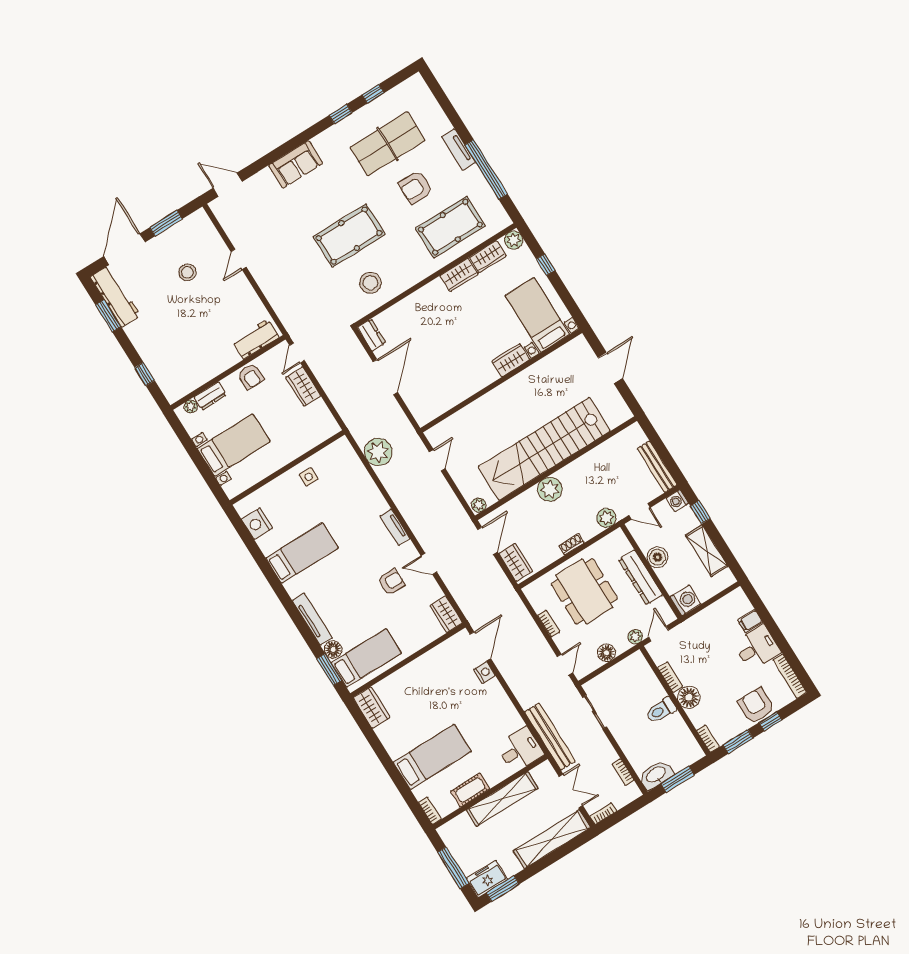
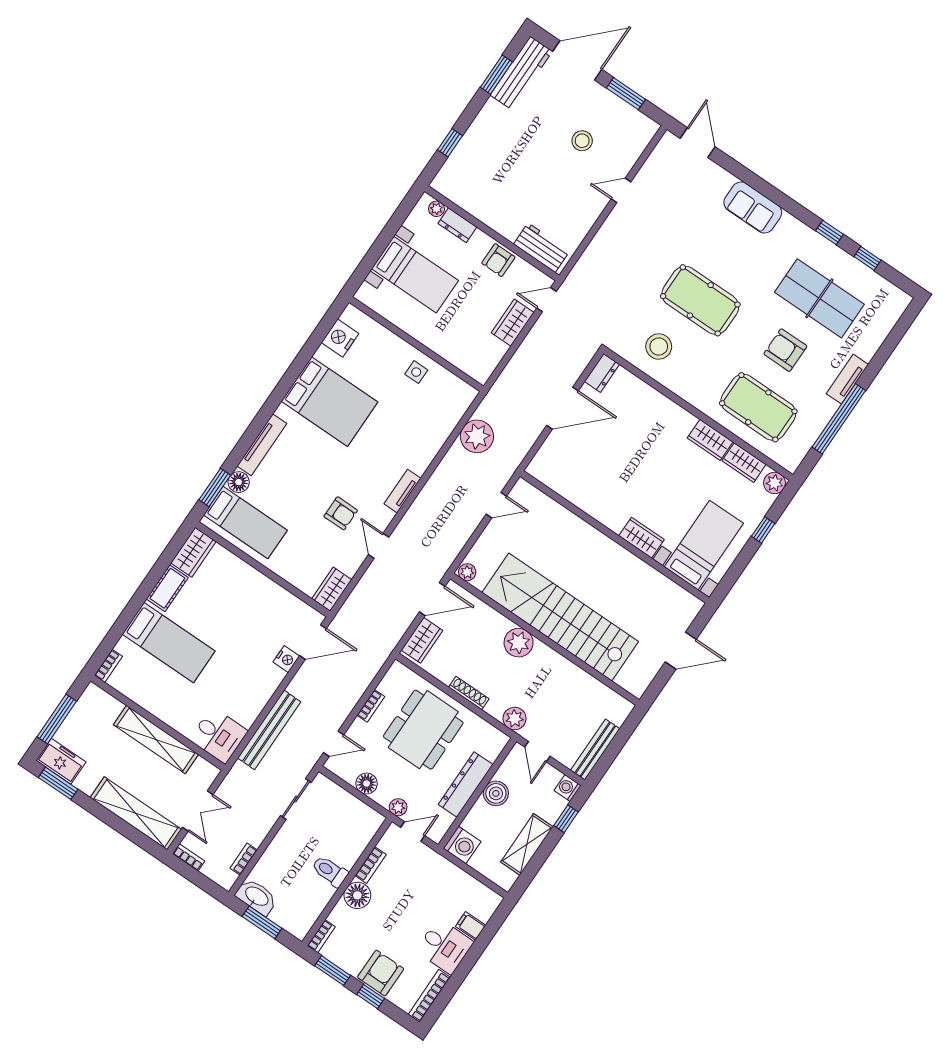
shoe rack: (572, 544) -> (469, 693), width x1.43
bed: (302, 553) -> (329, 402), width x1.50
bench: (550, 736) -> (269, 730), moved
cot: (470, 790) -> (167, 588), moved, turned 90

